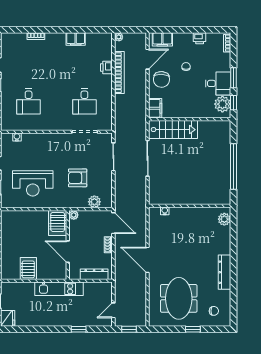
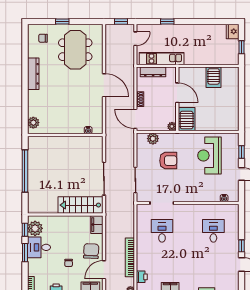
printer: (106, 67) -> (142, 277), moved
reception desk: (33, 183) -> (209, 156), turned -90
kitchen unit: (59, 289) -> (162, 59), moved

